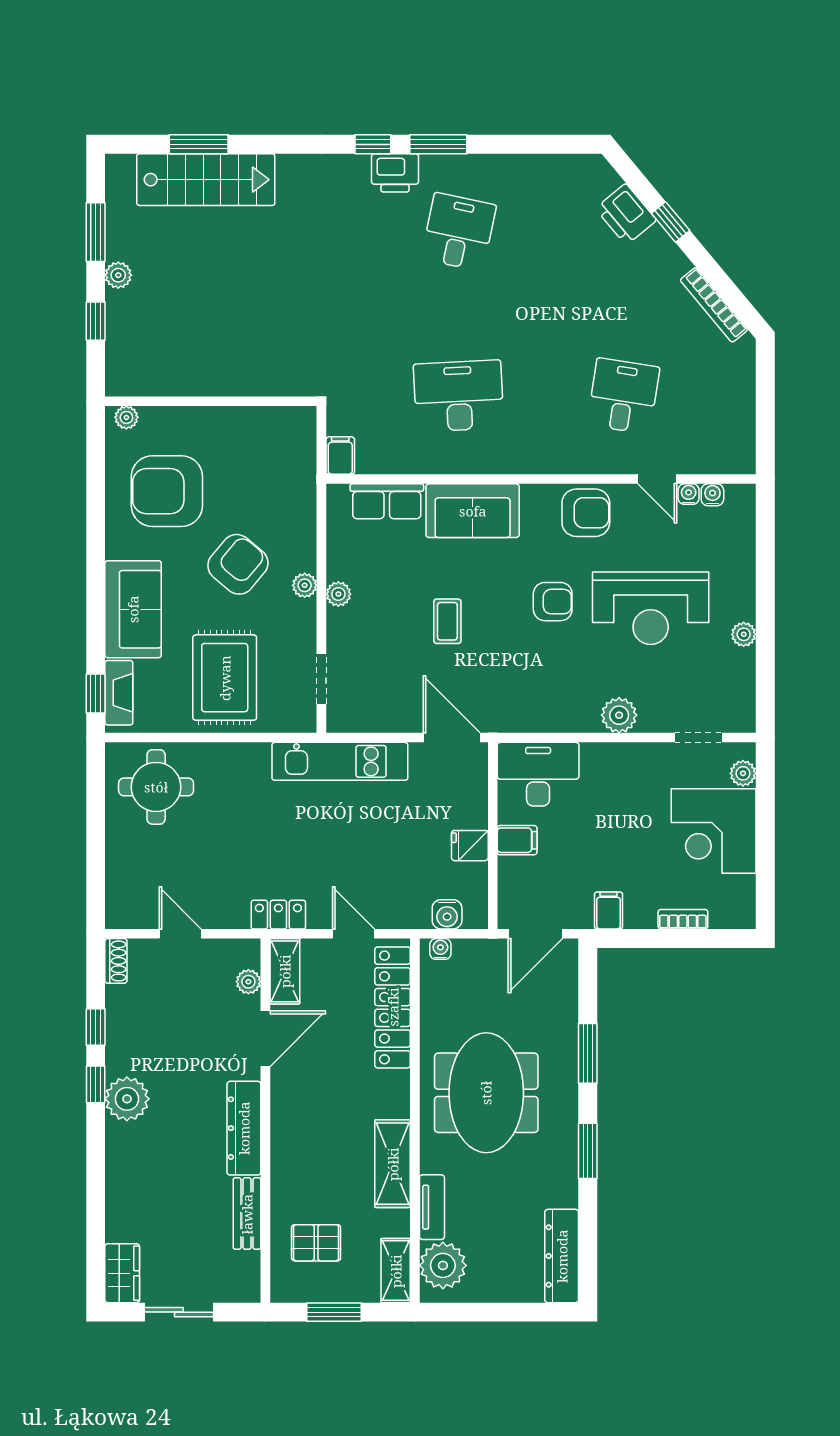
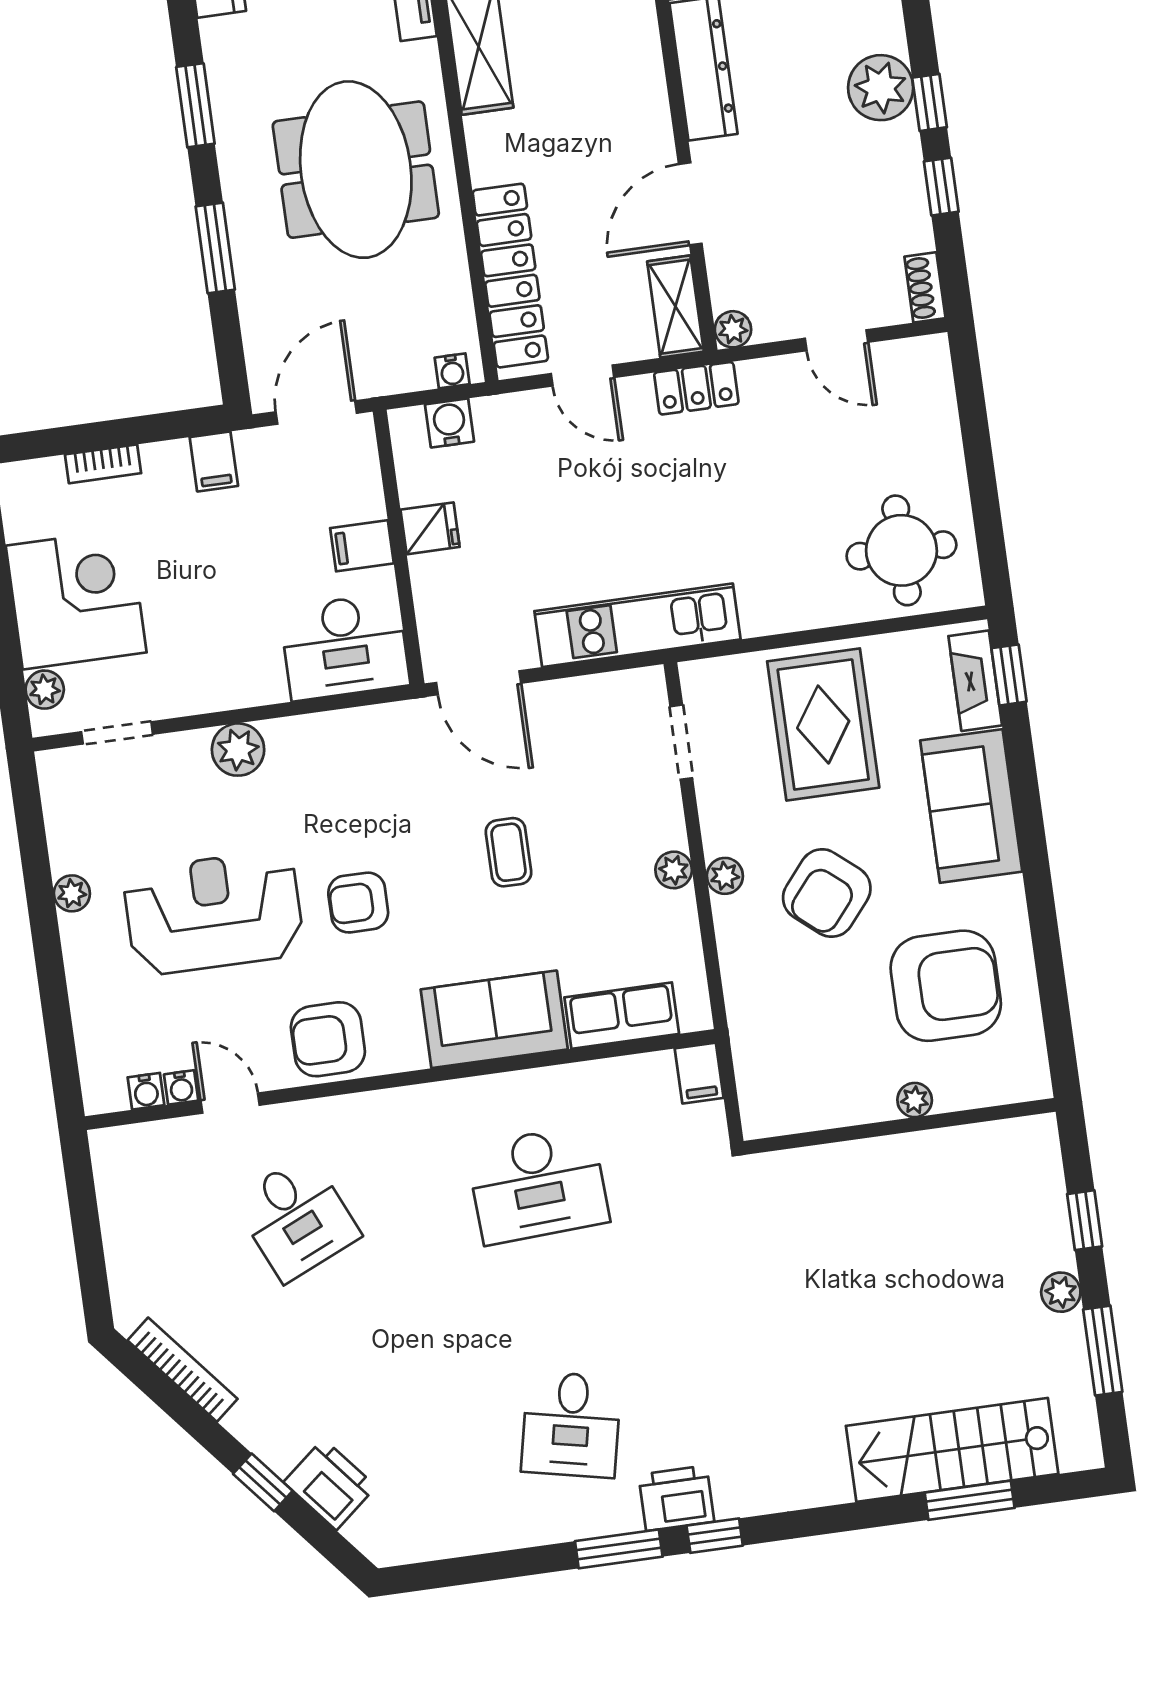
desk: (623, 396) -> (297, 1218), turned -33
plant: (126, 417) -> (915, 1100), moved
plant: (248, 982) -> (733, 329), moved

